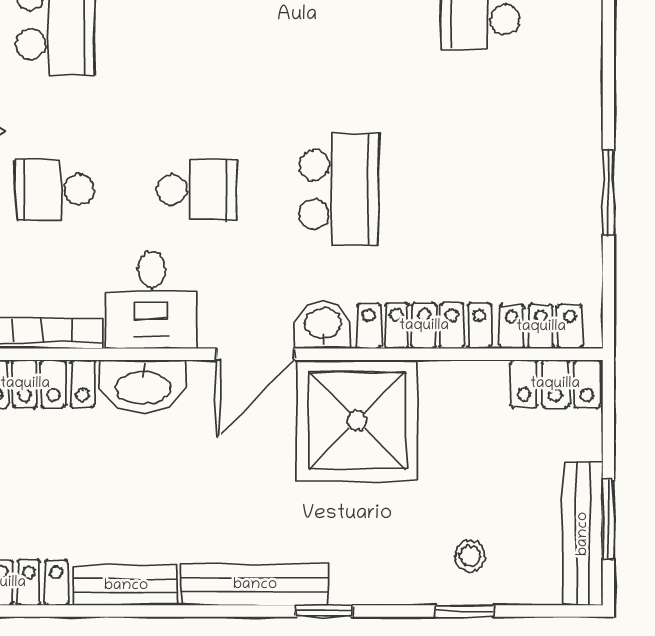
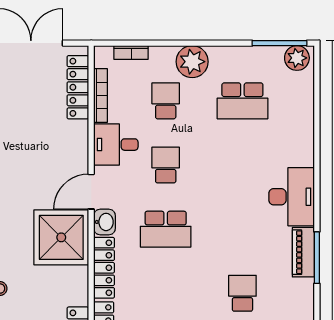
school desk: (197, 190) -> (166, 165), turned 180
door: (255, 354) -> (91, 192), hinge flipped
washbasin: (143, 386) -> (77, 141), removed

